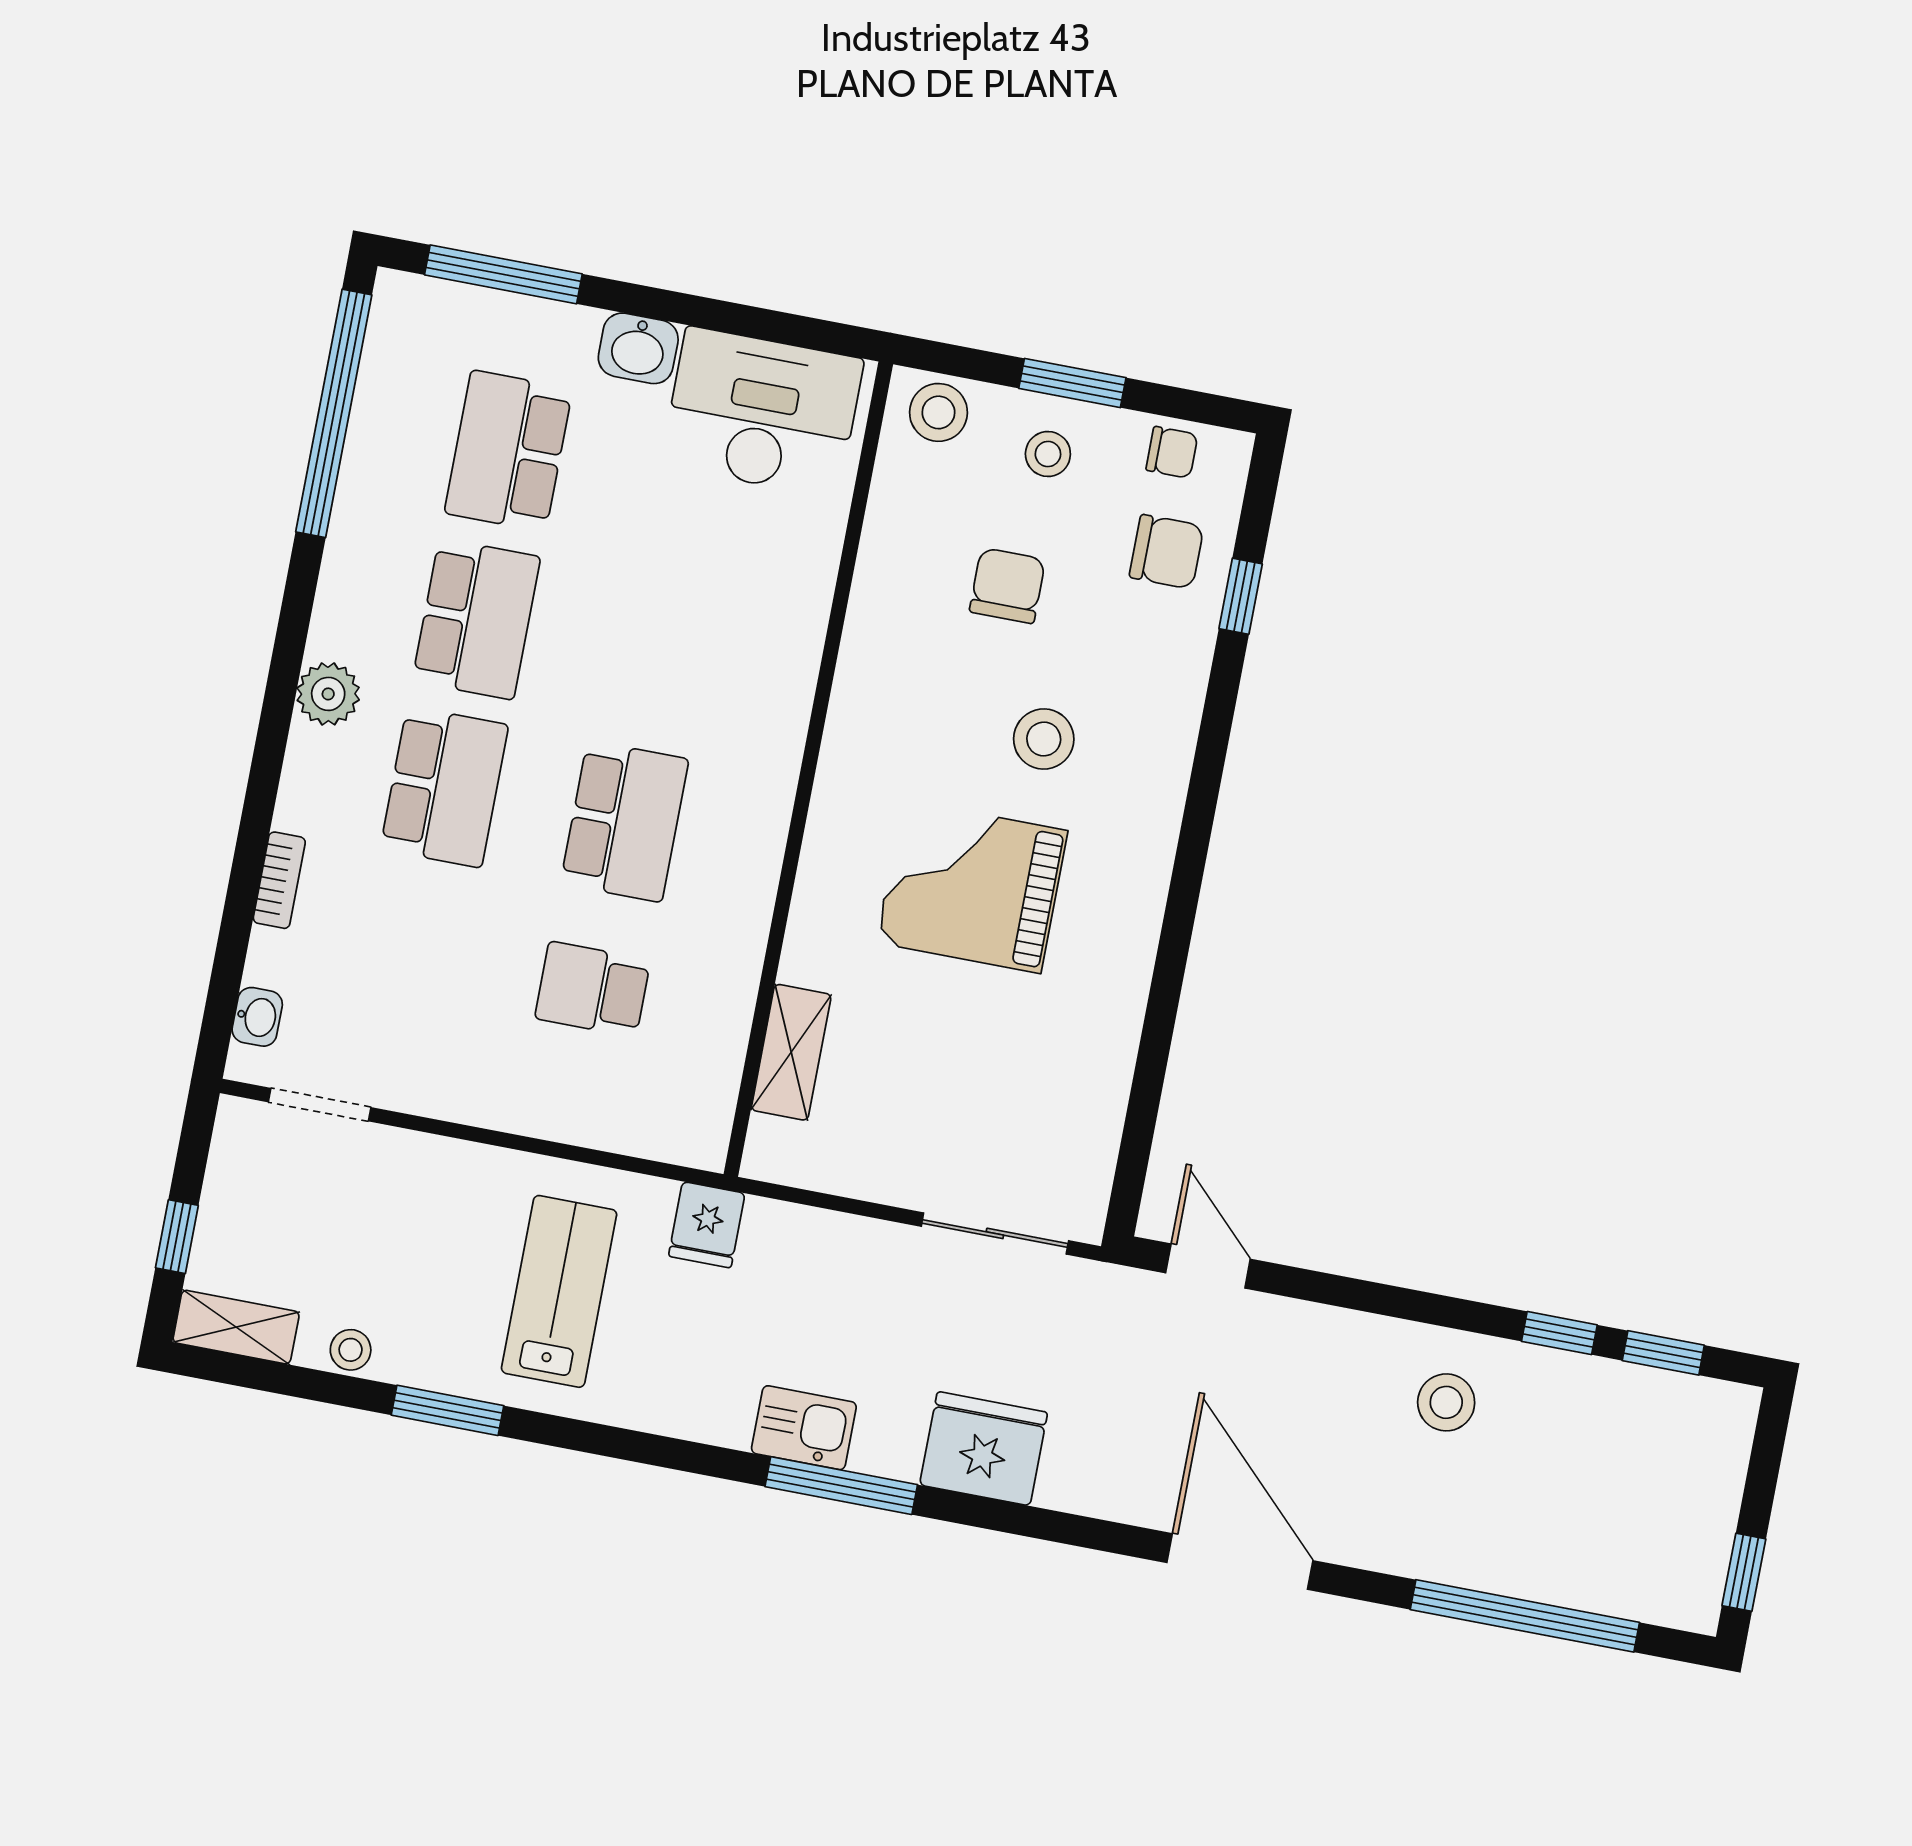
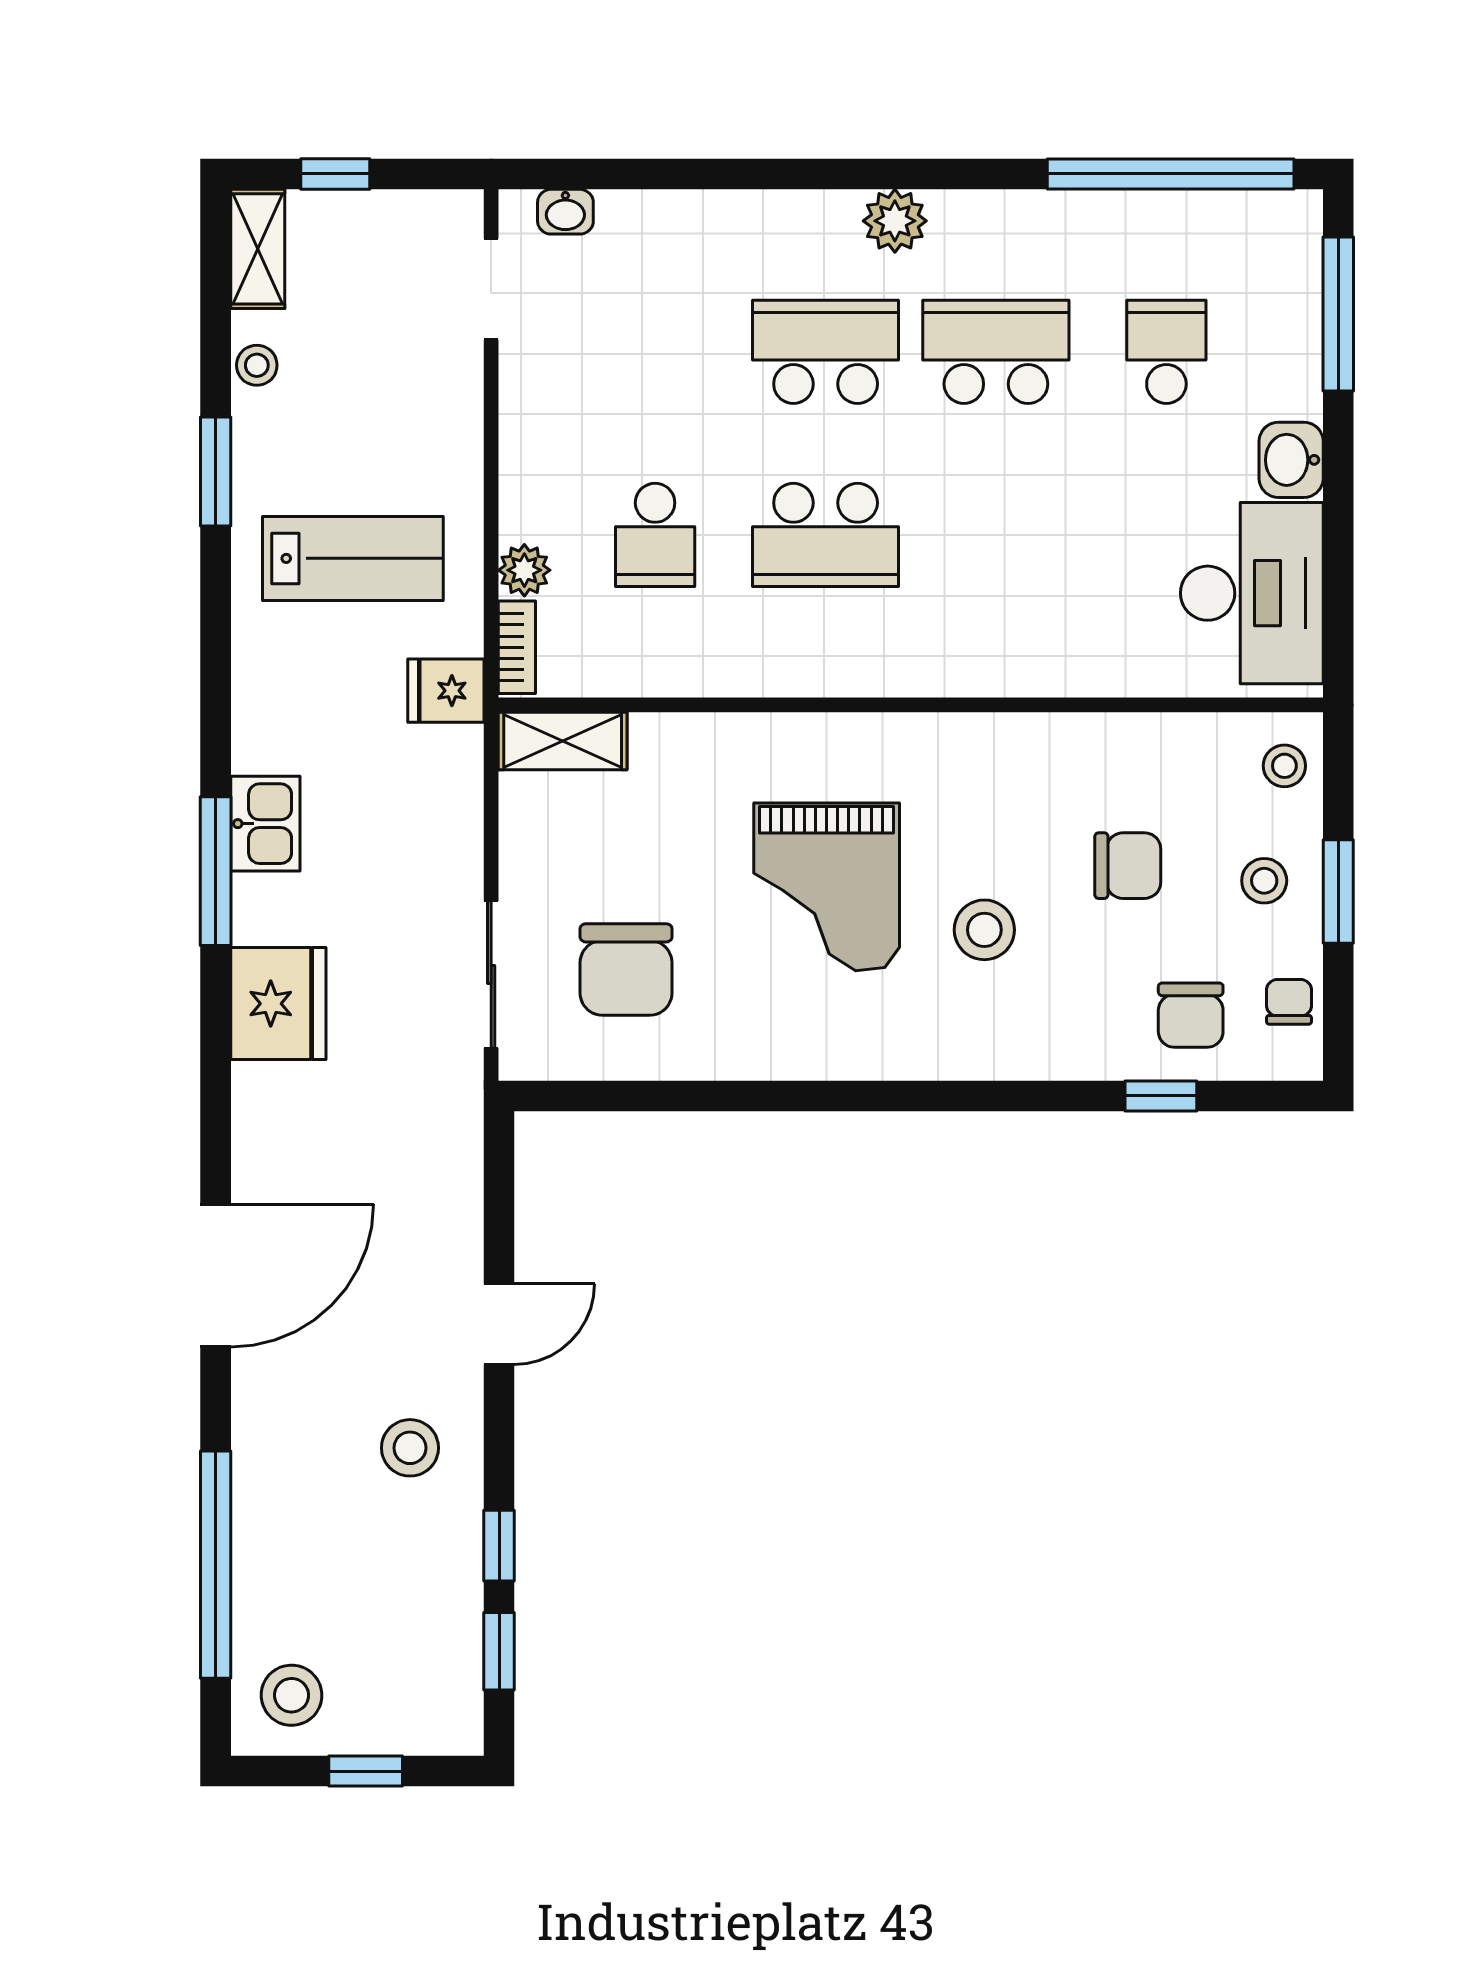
stool: (939, 412) -> (1284, 766), width x0.73, depth x0.73
school desk: (508, 451) -> (1166, 352), width x0.54
chair: (1172, 452) -> (1289, 1002), turned 180
school desk: (476, 619) -> (996, 352), turned 180
school desk: (444, 787) -> (826, 352), turned 180
bookcase: (279, 880) -> (517, 647), moved, turned -90
grand piano: (972, 886) -> (827, 887), turned 180
school desk: (593, 989) -> (655, 535), turned 180
shelving: (791, 1052) -> (563, 741), moved
chair: (1016, 1100) -> (626, 970), added
plant: (603, 1125) -> (524, 570), added
door: (1208, 1266) -> (499, 1324), moved
stool: (1668, 1566) -> (292, 1695), added
window: (1744, 1572) -> (366, 1771), moved

